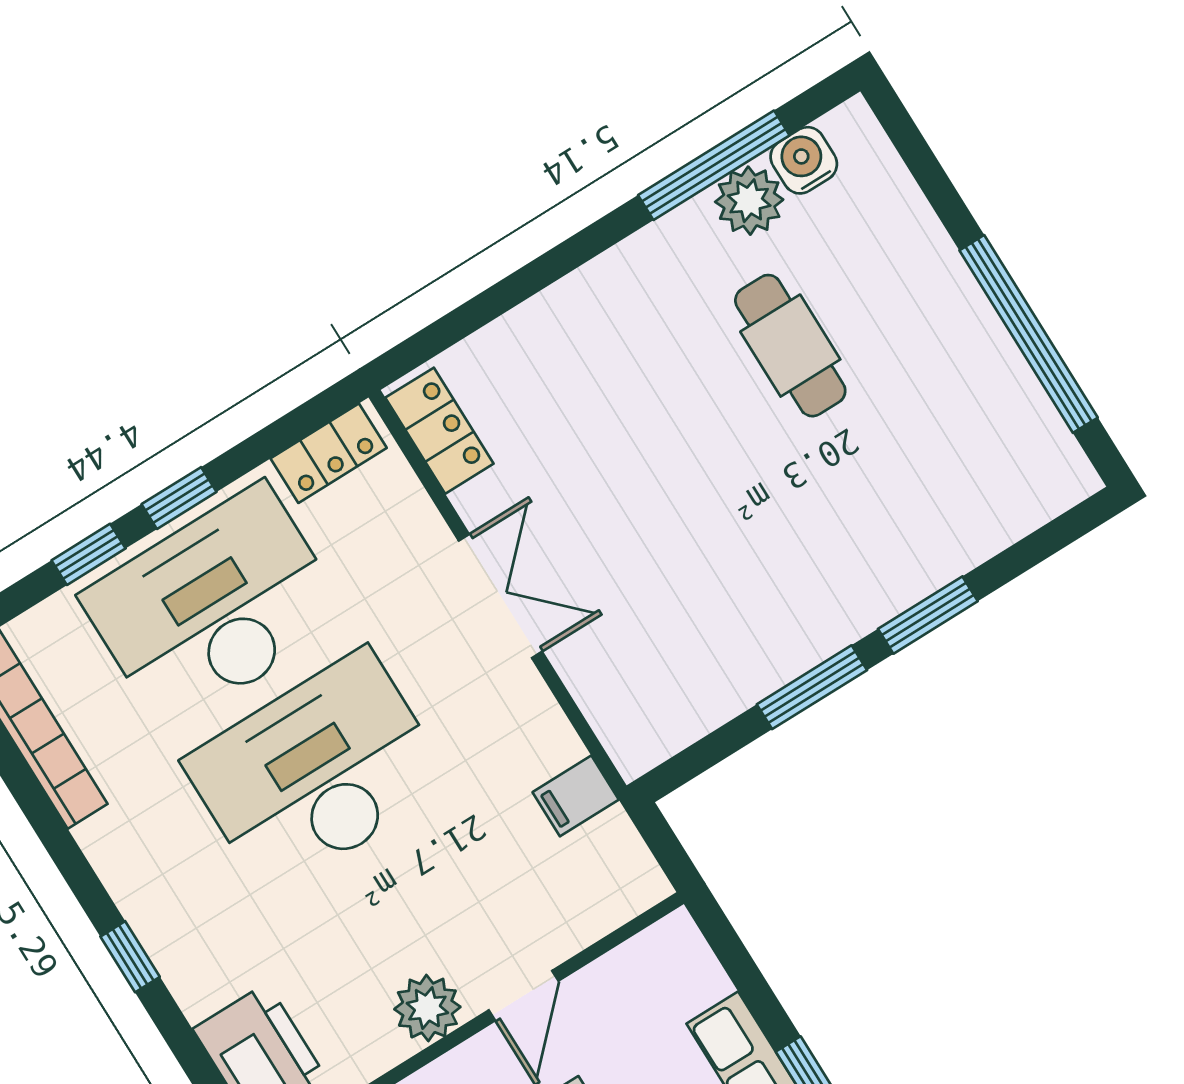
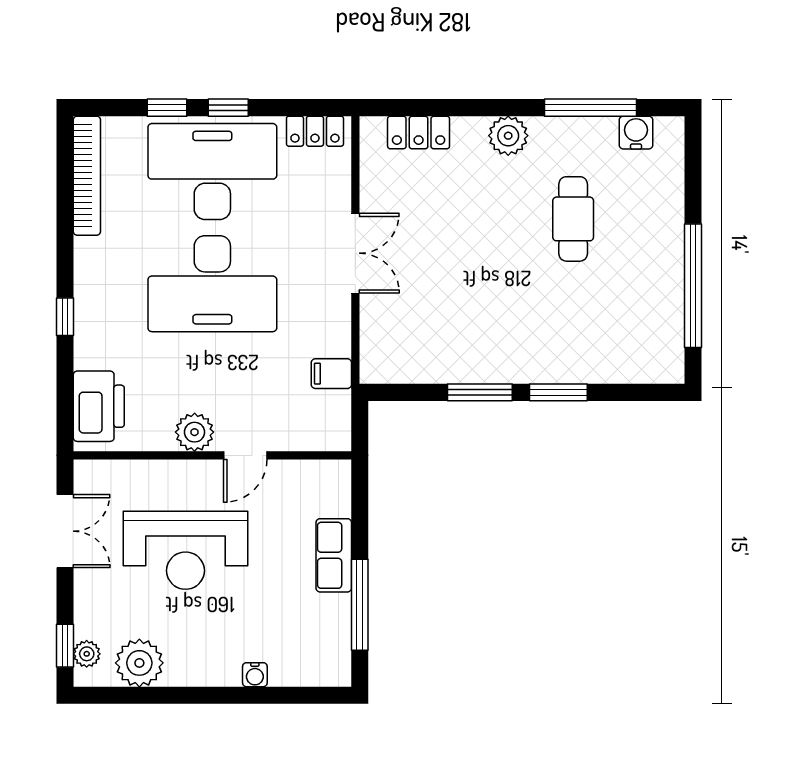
plant: (749, 201) -> (508, 136), moved
locker: (439, 431) -> (419, 132), moved, turned 90
desk: (317, 772) -> (212, 284), turned 180

